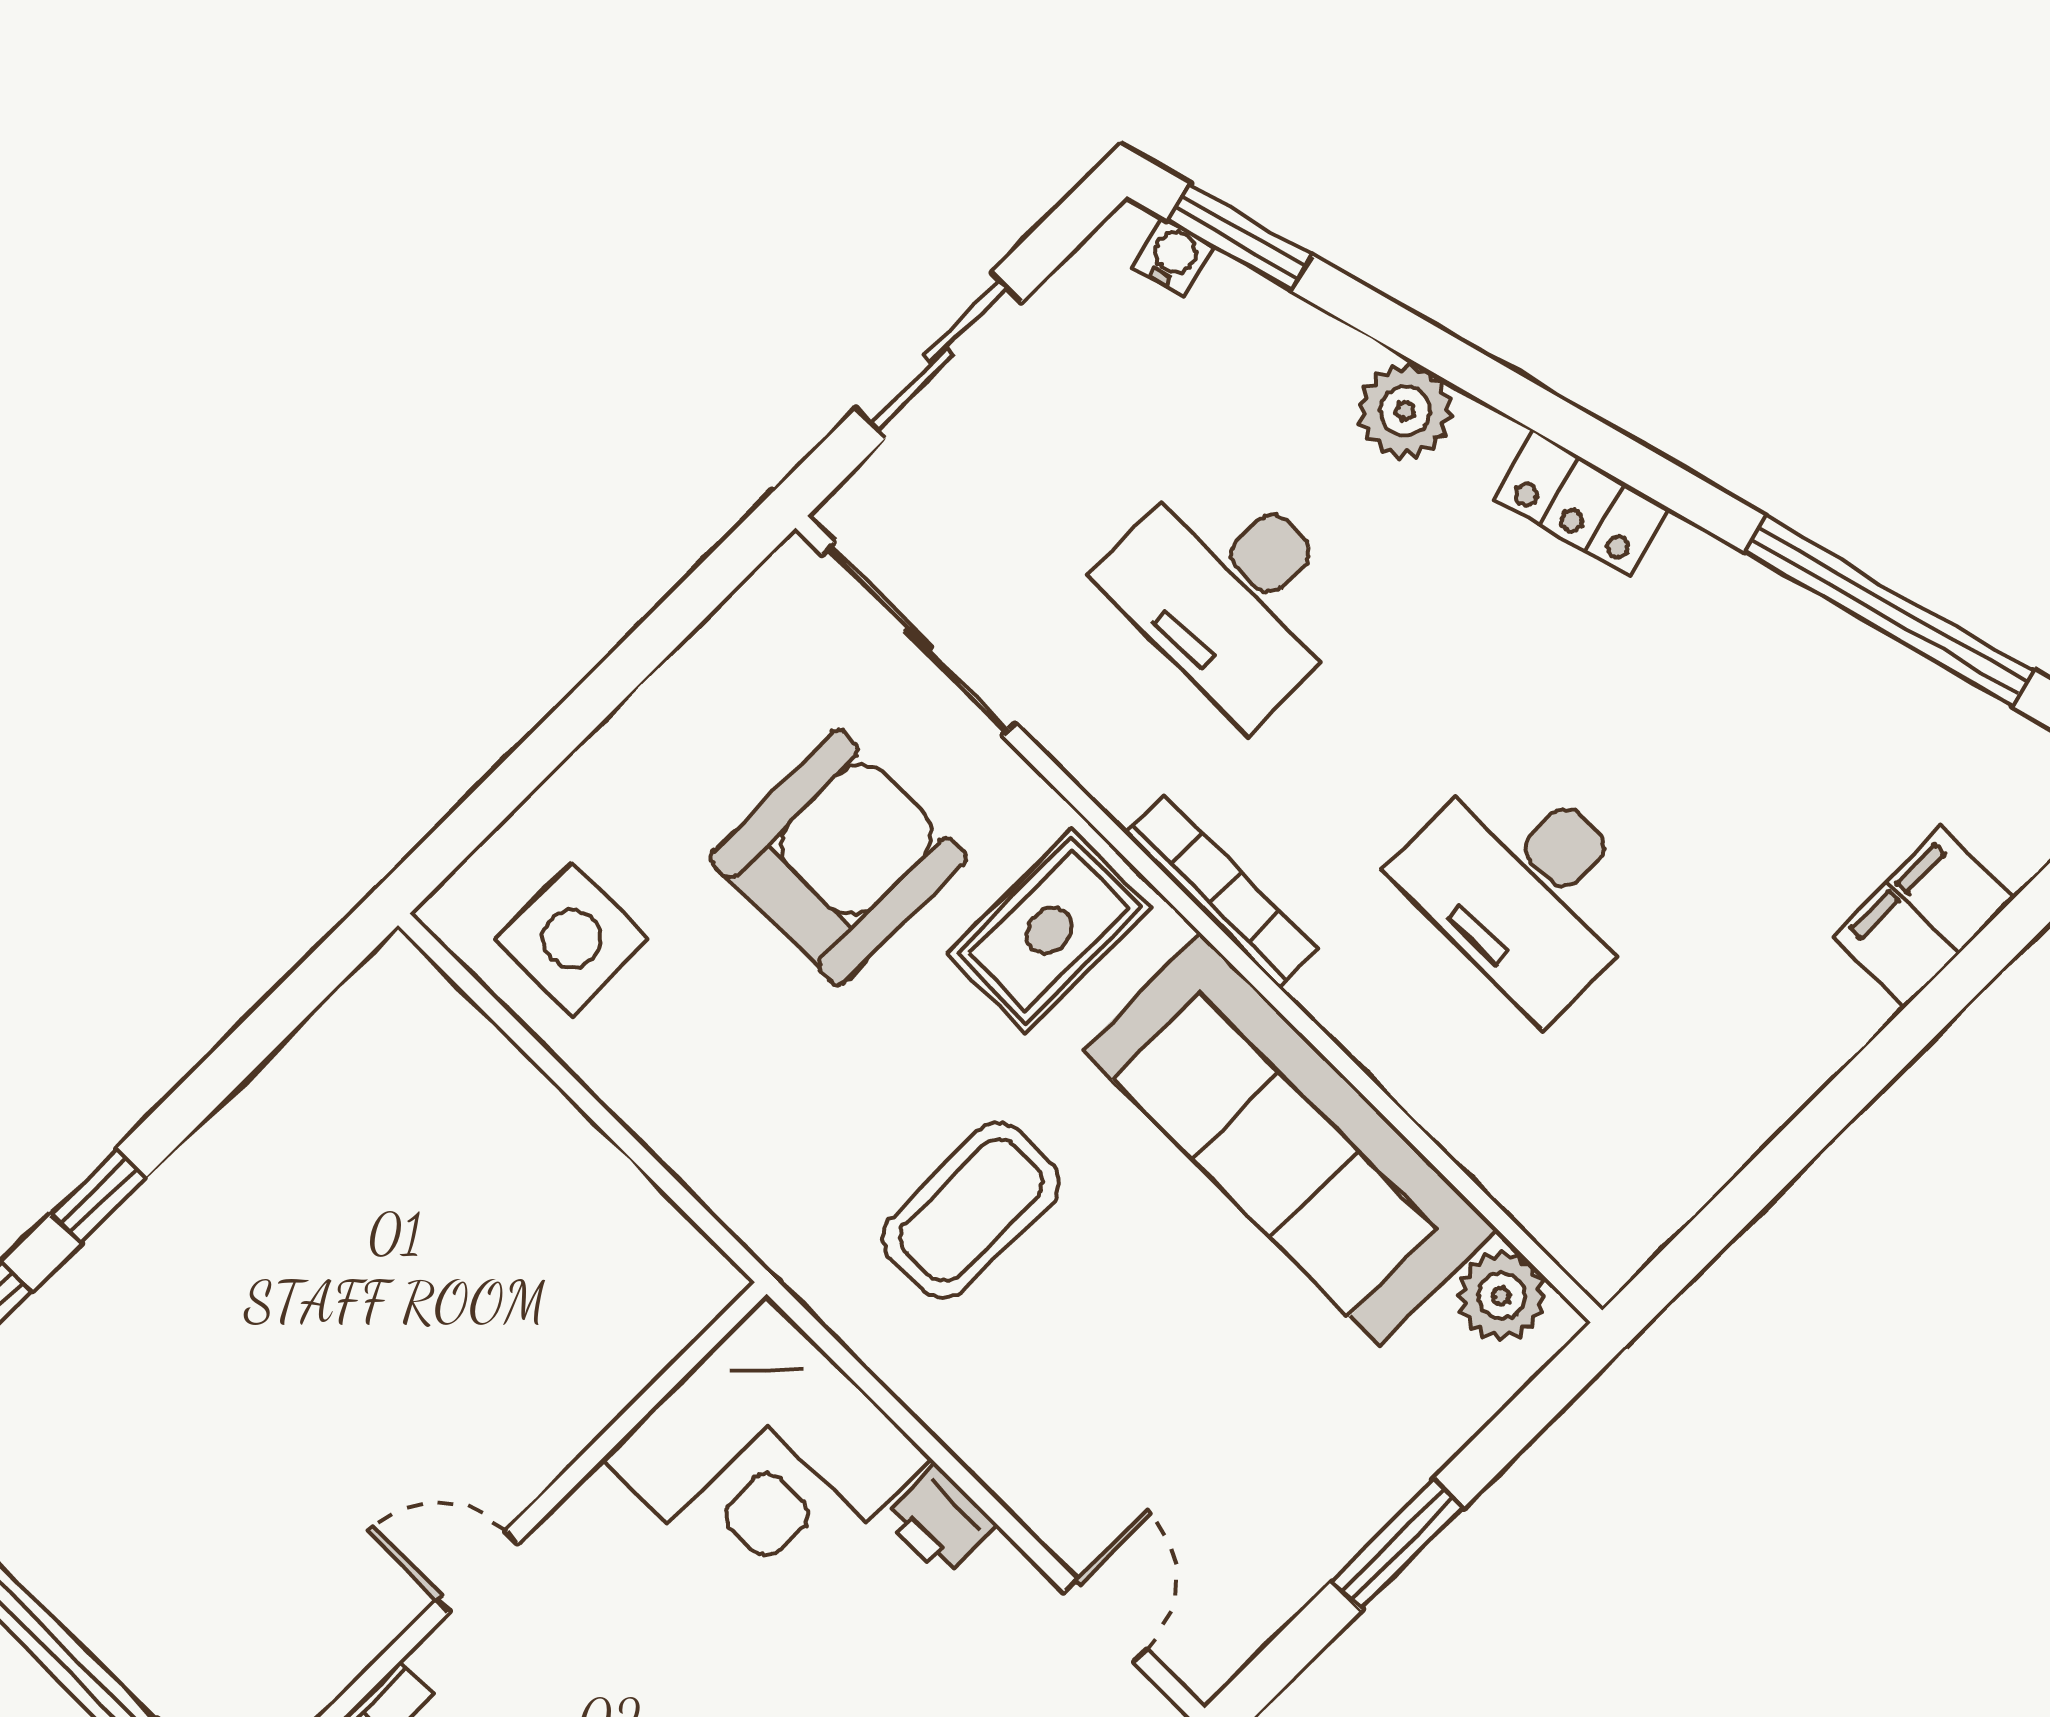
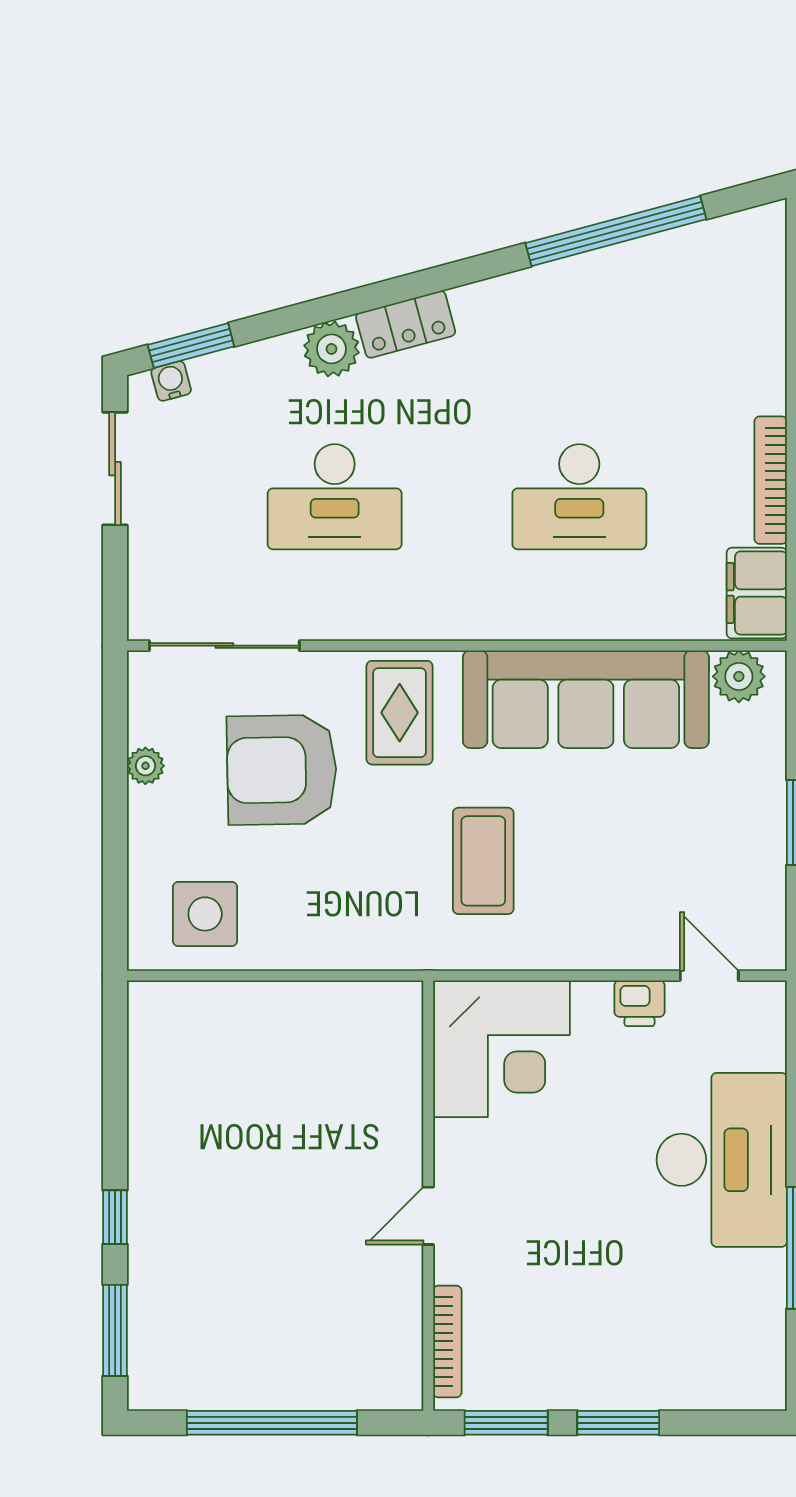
sliding door: (939, 355) -> (115, 469), moved
locker: (1582, 504) -> (406, 324), moved
plant: (679, 689) -> (145, 766), added
armchair: (838, 858) -> (282, 770), turned -91
bookcase: (1222, 891) -> (771, 480), moved, turned -90
filing cabinet: (1923, 917) -> (757, 593), moved
printer: (939, 1521) -> (640, 1003), moved

